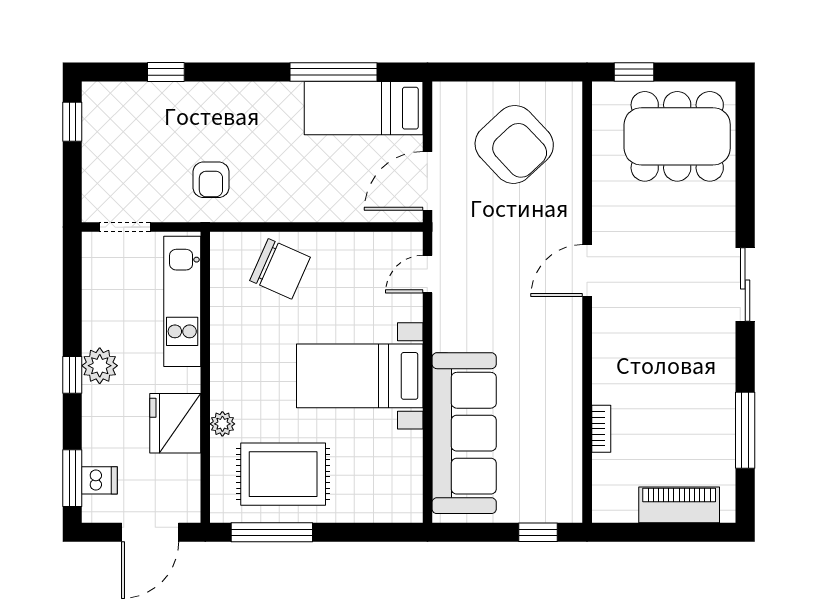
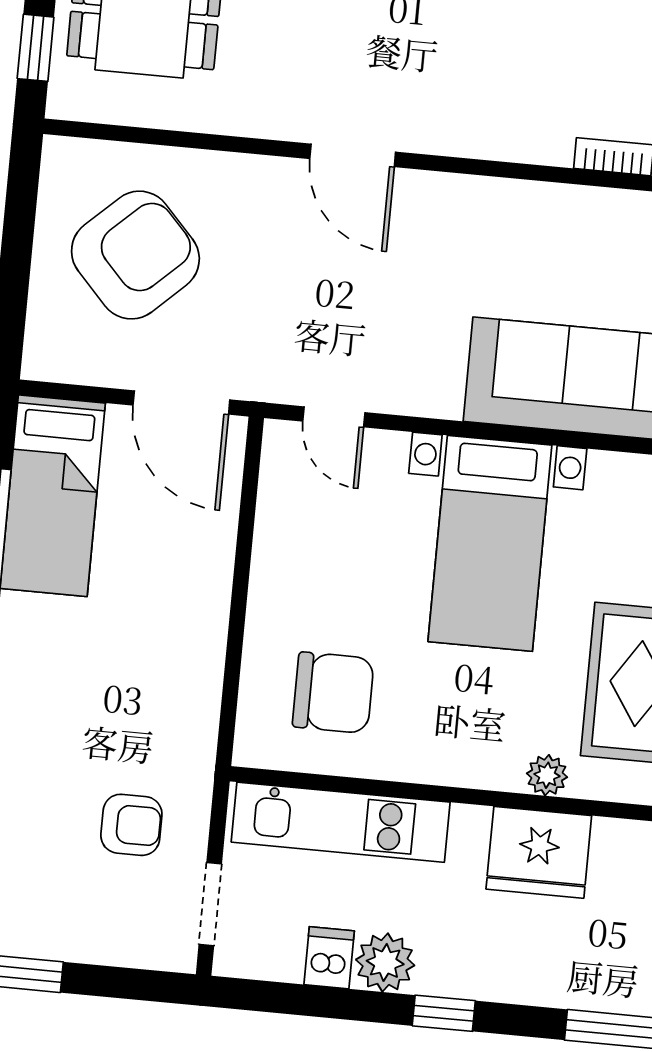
armchair: (211, 180) -> (131, 825), moved
chair: (280, 269) -> (333, 693), moved, turned 66
plant: (100, 366) -> (385, 962), moved
dishwasher: (99, 480) -> (329, 958), moved

